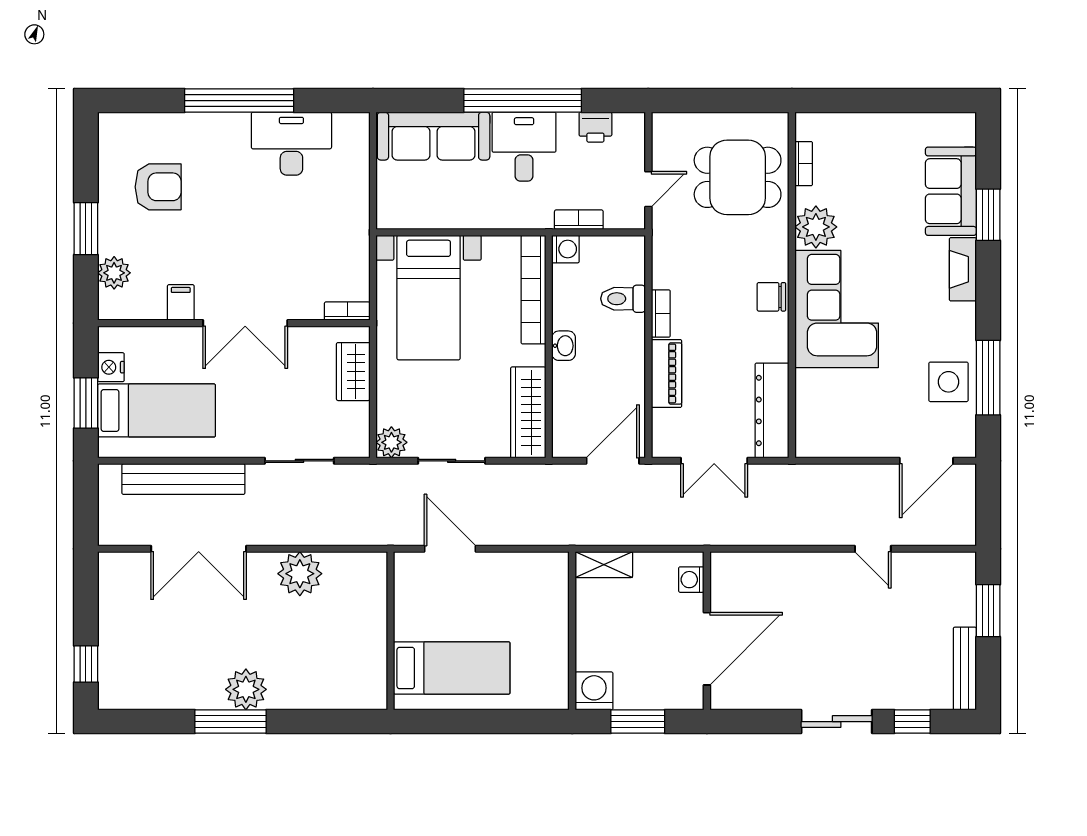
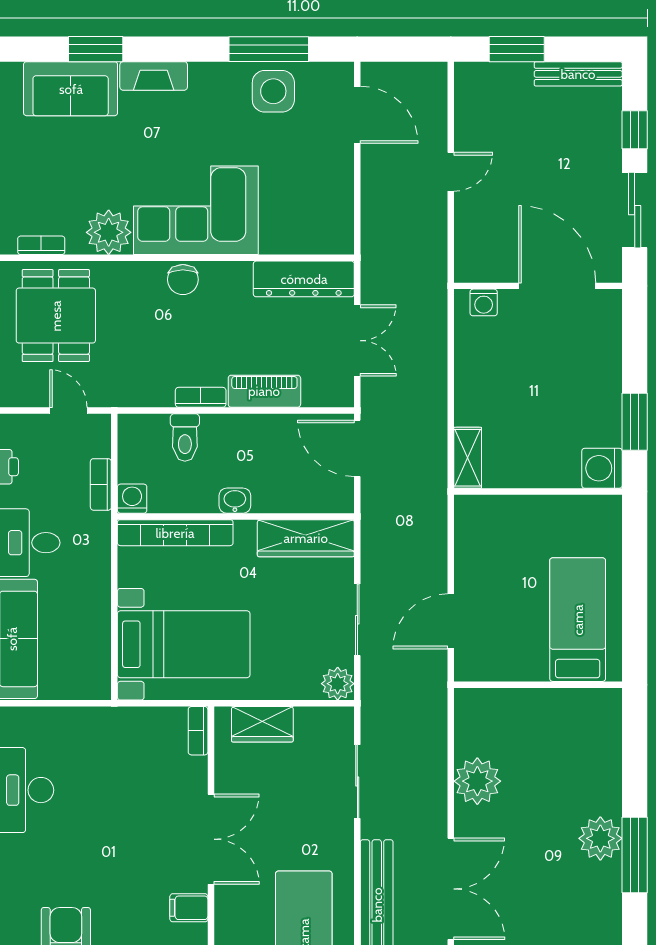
washing machine: (691, 580) -> (484, 302), moved
wall: (707, 631) -> (538, 286), moved
door: (707, 649) -> (557, 286), moved

